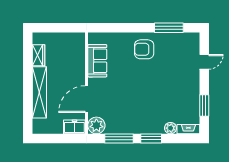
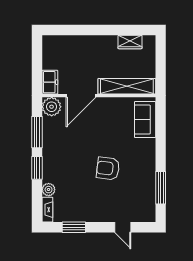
armchair: (144, 49) -> (108, 168), moved, turned -83
sofa: (97, 61) -> (145, 120), moved, turned 90
shelving: (39, 92) -> (127, 86), moved
door: (87, 99) -> (81, 96), swing flipped

